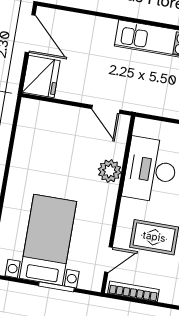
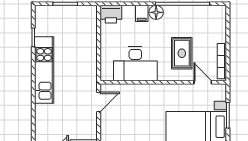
plant: (110, 171) -> (141, 92), removed

